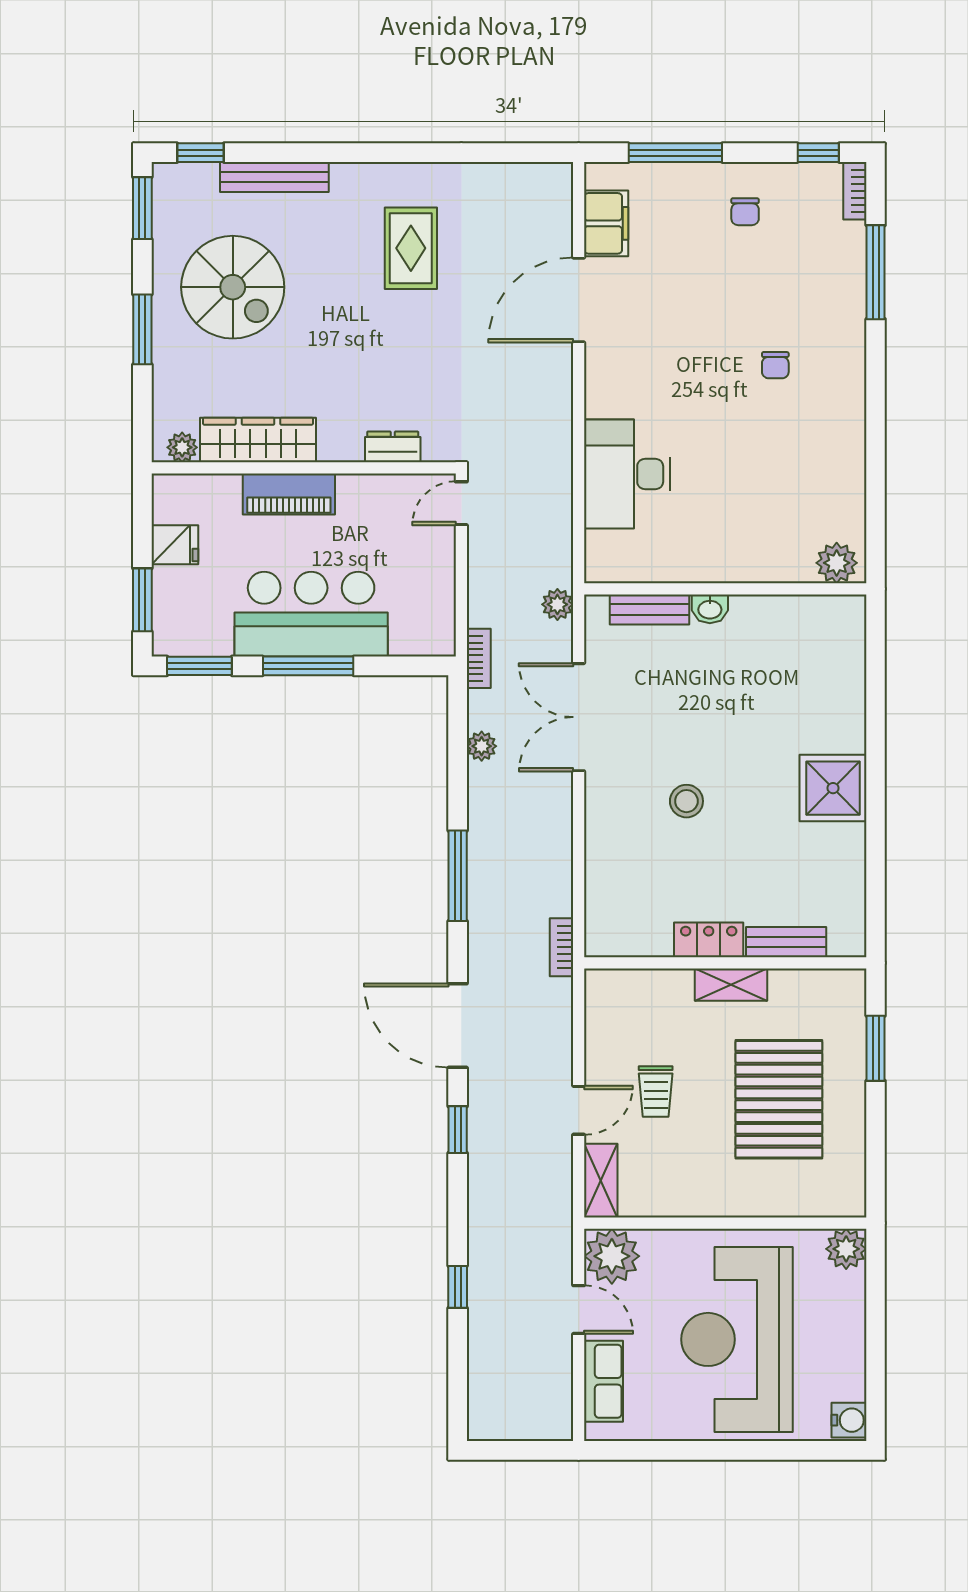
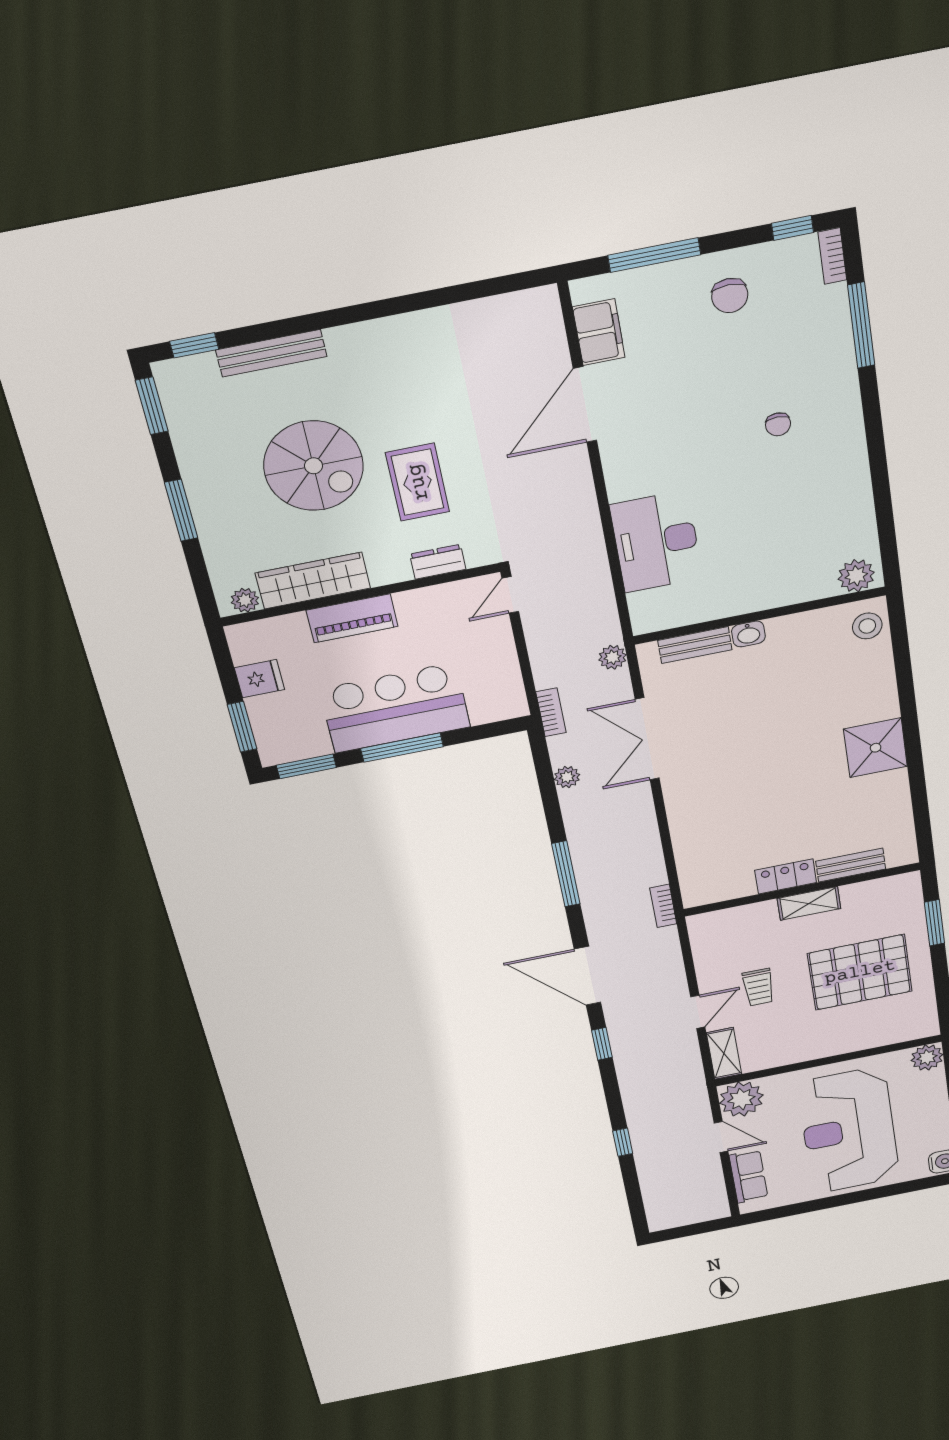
chair: (745, 212) -> (730, 296), width x1.37, depth x1.37
rug: (411, 248) -> (418, 482), moved
spiral stairs: (233, 287) -> (314, 466), moved
stool: (686, 801) -> (867, 626), moved
pallet: (779, 1099) -> (860, 972), turned 90

